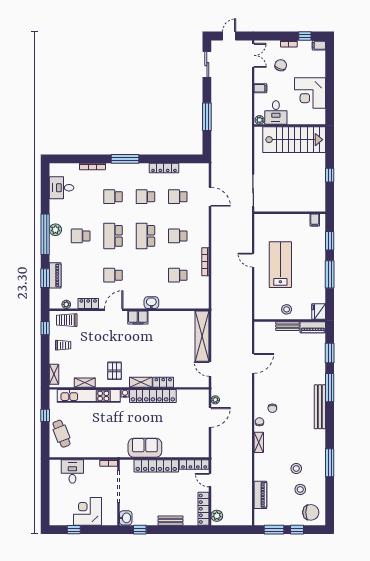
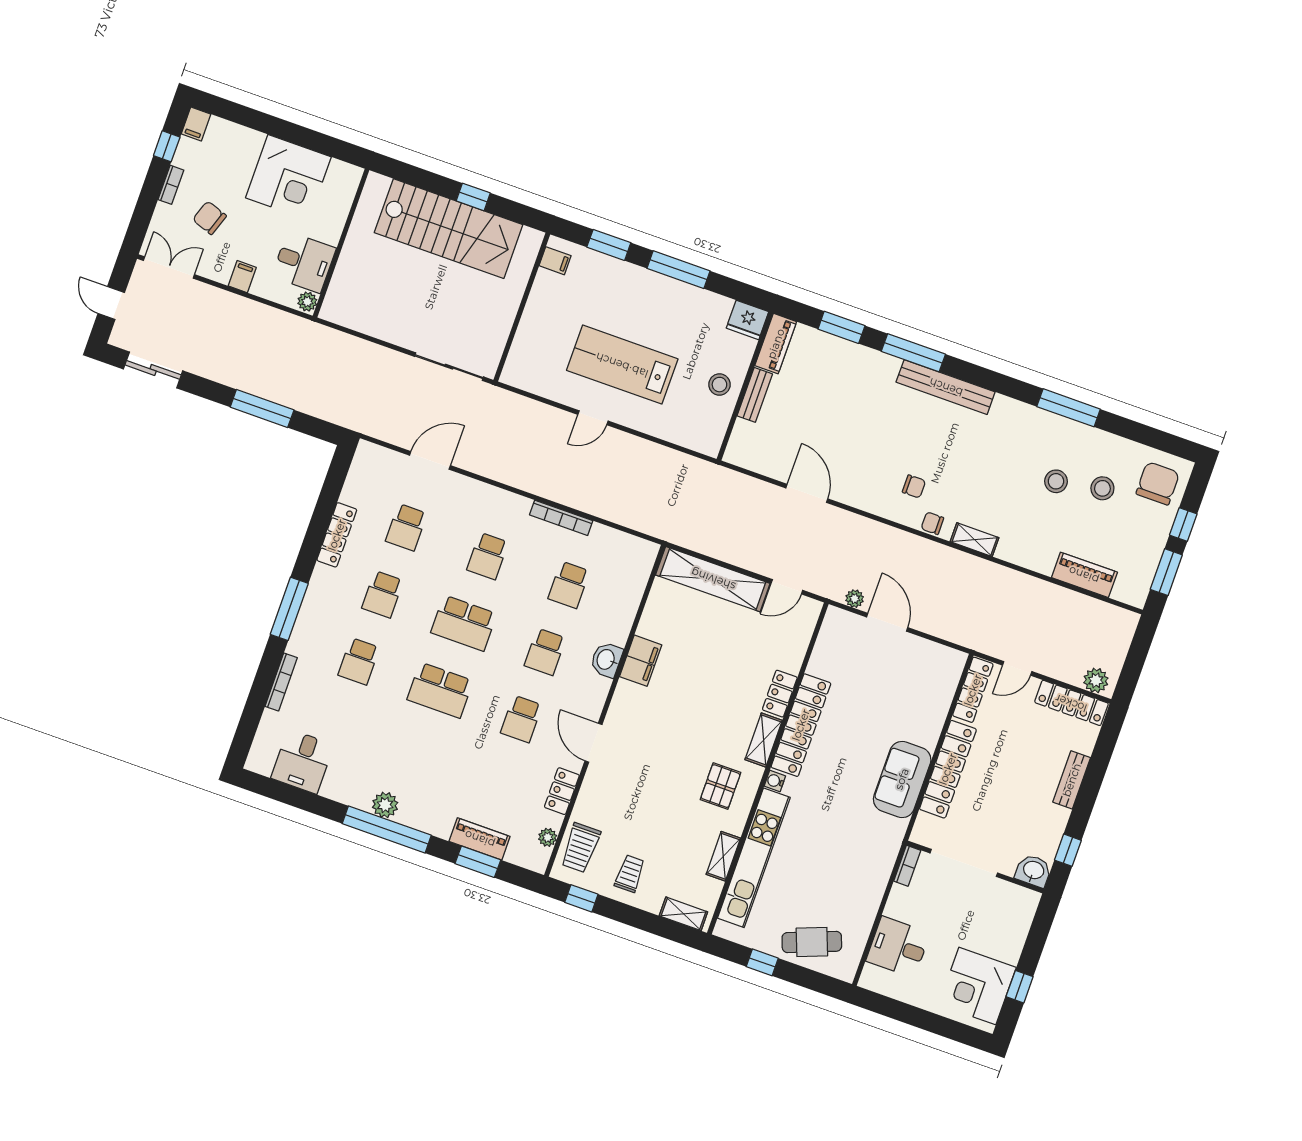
stairs: (294, 140) -> (449, 229), moved, turned 90
school desk: (81, 236) -> (545, 652), moved
filing cabinet: (138, 318) -> (641, 661), moved
pallet: (114, 371) -> (720, 786), turned 90
corner desk: (88, 511) -> (977, 986), moved

